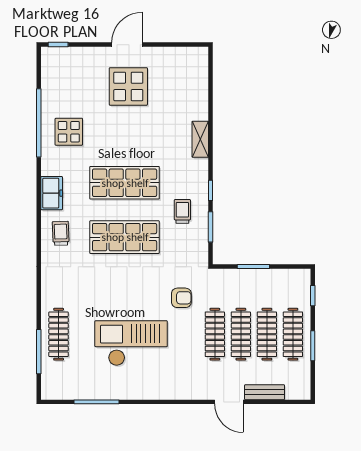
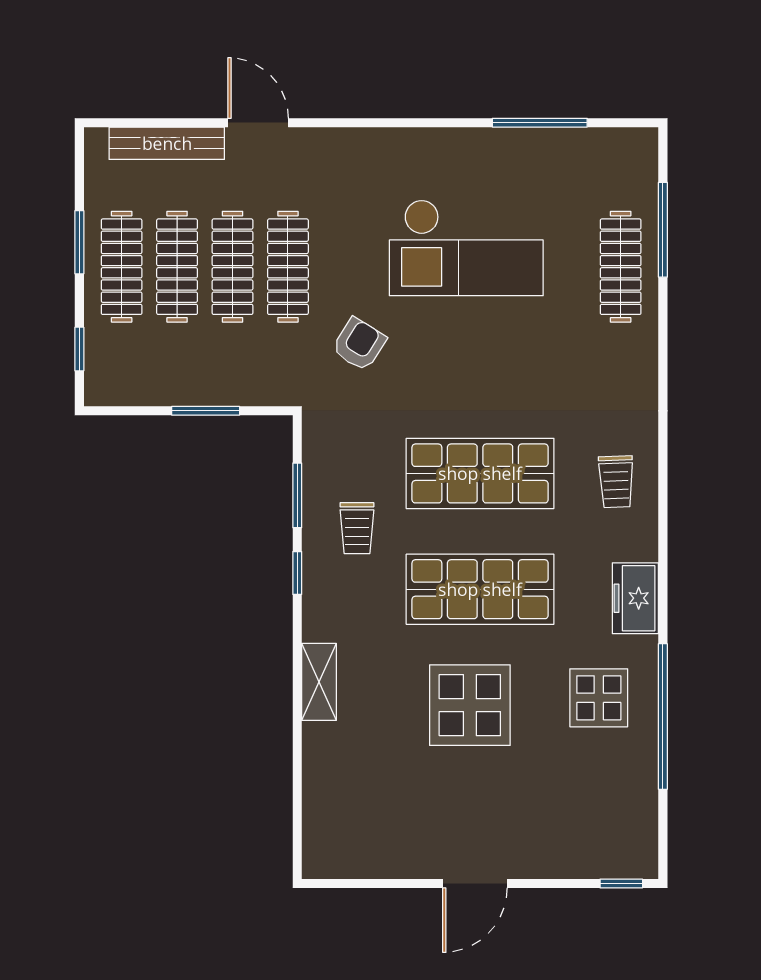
display table: (128, 86) -> (470, 705), moved
freezer: (52, 193) -> (635, 598), moved
armchair: (181, 298) -> (359, 344), turned 122
bench: (265, 392) -> (167, 143), width x1.36

